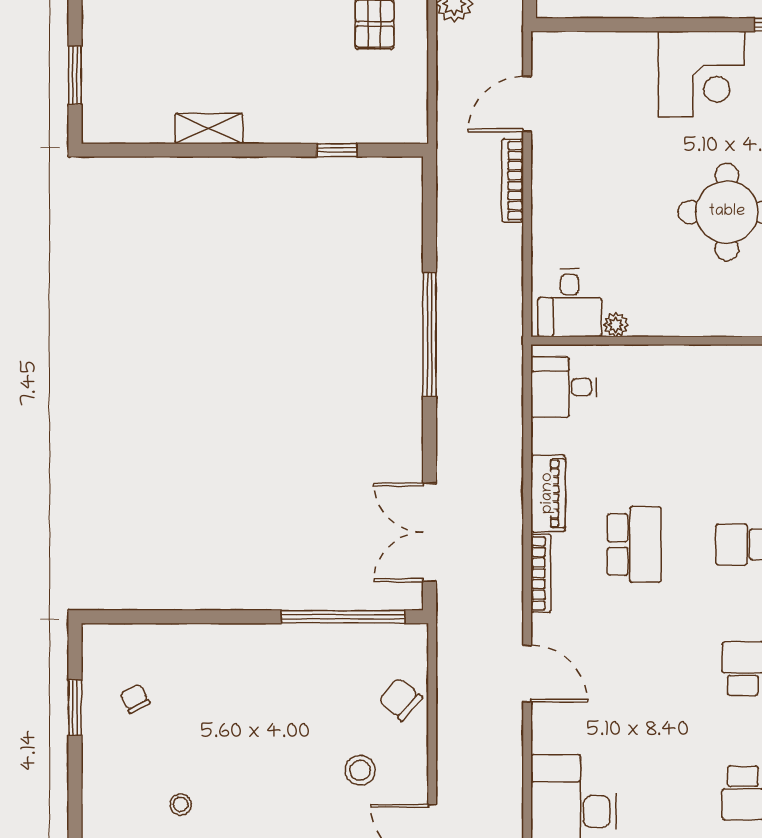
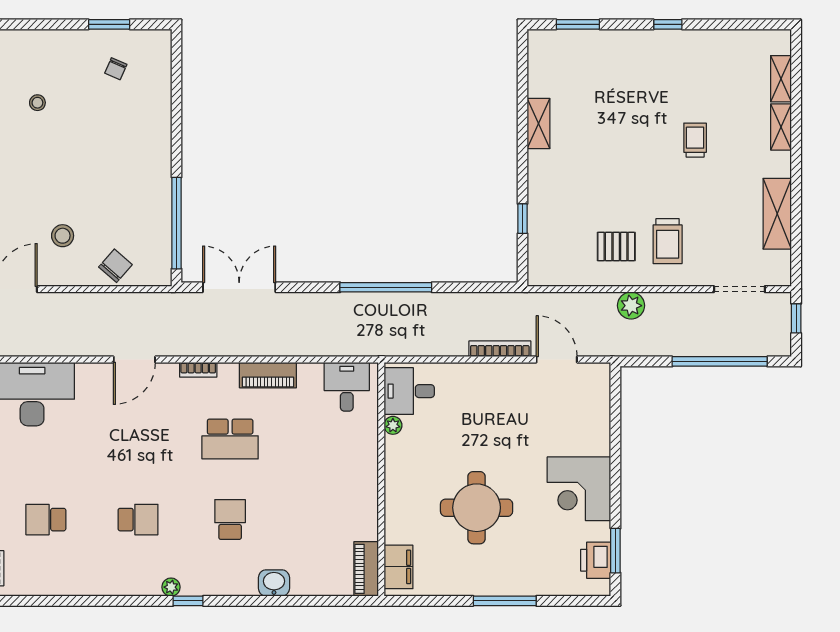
bookcase: (541, 573) -> (198, 370), width x0.64
chair: (135, 699) -> (116, 69), turned 142

